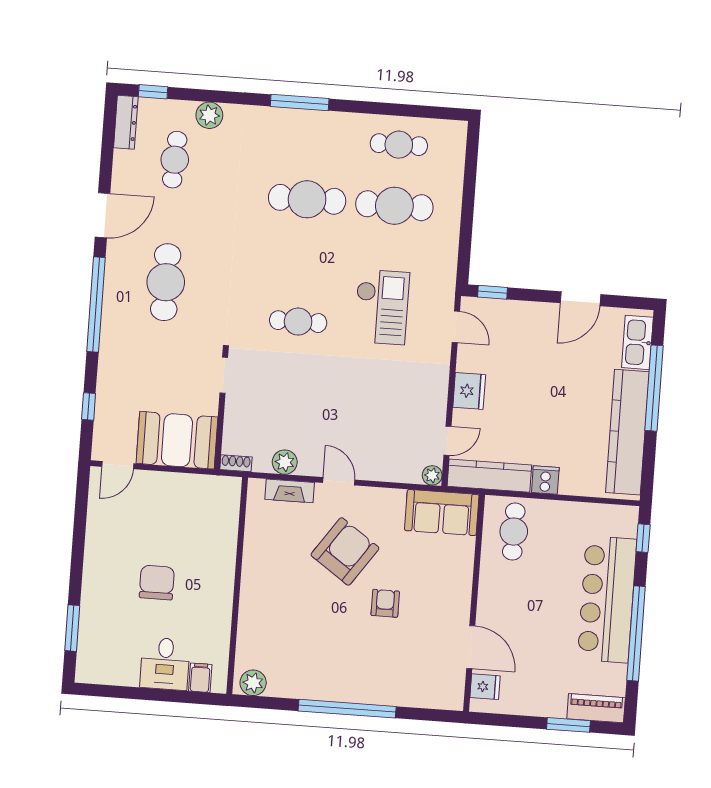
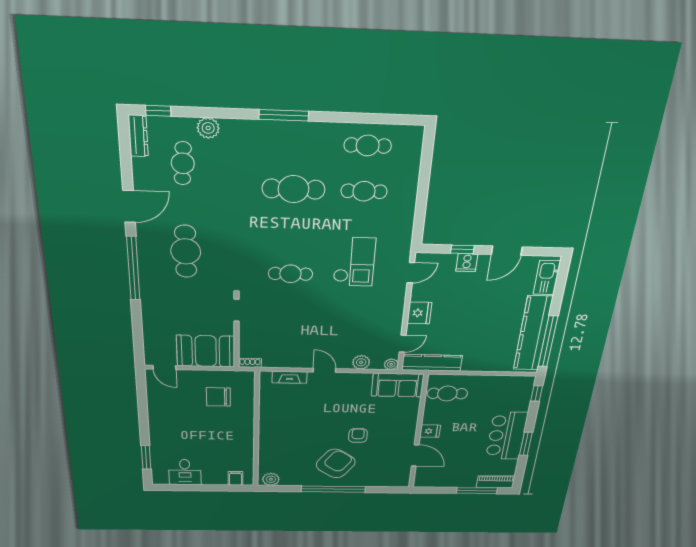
cafe table: (394, 206) -> (364, 191), width x0.73, depth x0.74
window: (492, 292) -> (462, 249), moved
door: (456, 327) -> (411, 273), hinge flipped
window: (654, 388) -> (548, 341), moved
window: (89, 406) -> (138, 333), removed
plant: (285, 462) -> (361, 362), moved
door: (118, 465) -> (164, 367), hinge flipped
cooker: (545, 480) -> (467, 263), moved, turned 180
cafe table: (514, 532) -> (447, 394), turned 90
armchair: (345, 551) -> (336, 463), moved
chair: (157, 583) -> (218, 397), moved, turned -90
bar counter: (607, 599) -> (507, 436), width x0.73
window: (636, 633) -> (526, 444), width x0.47
desk: (165, 664) -> (185, 472), moved
fridge: (485, 687) -> (430, 431), moved
window: (568, 725) -> (477, 491), width x1.44

